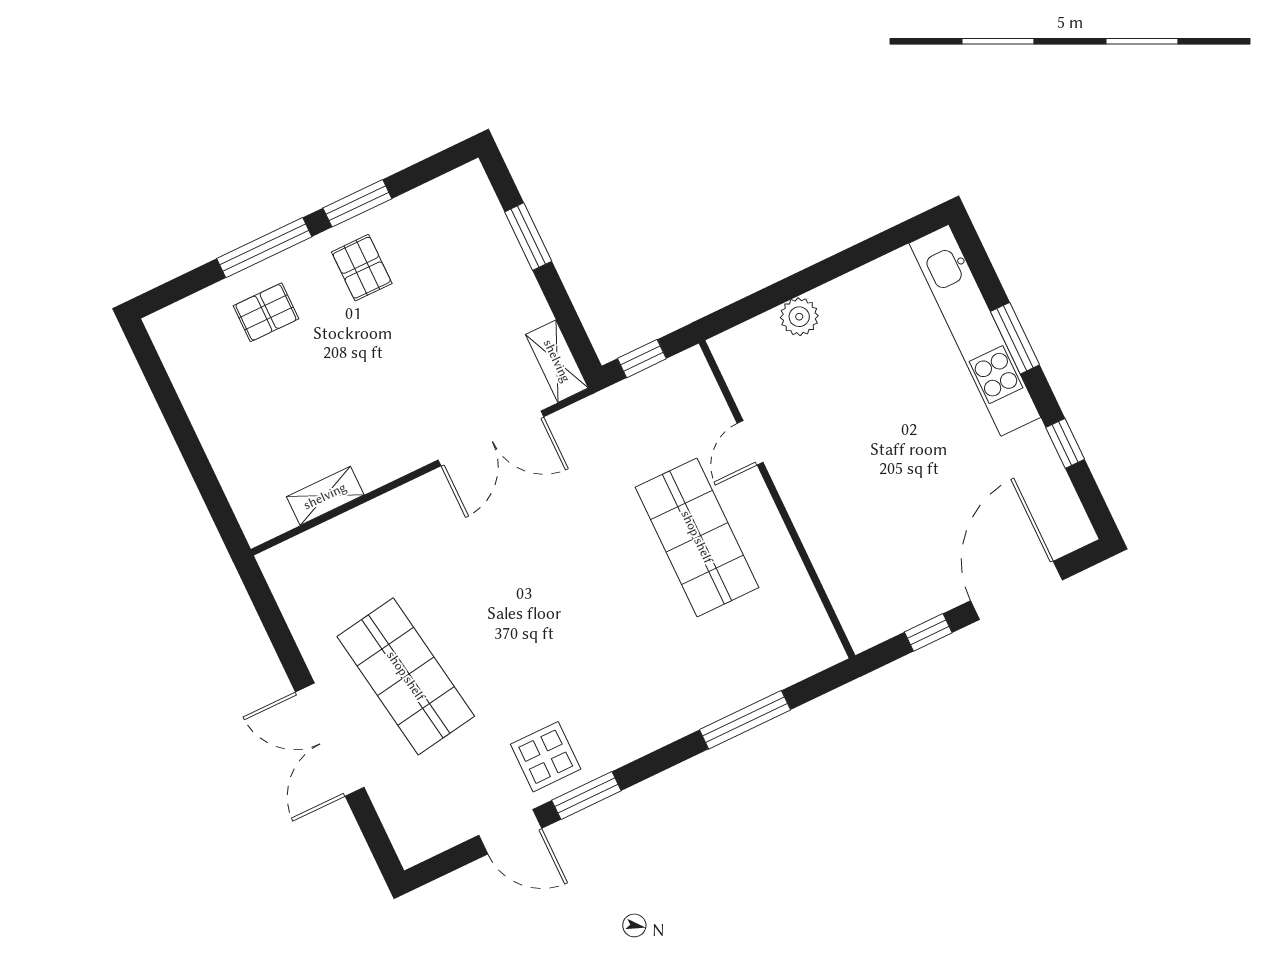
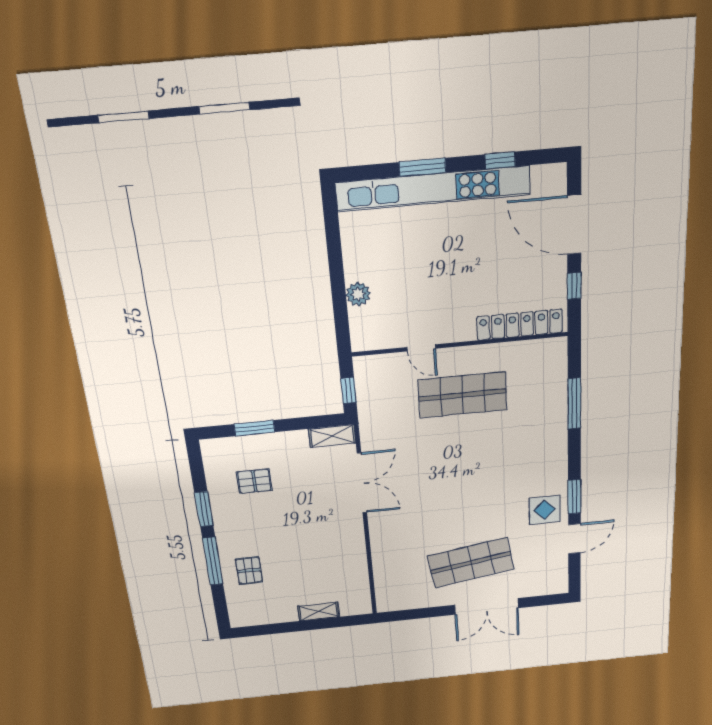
pallet: (362, 268) -> (254, 481), moved
kitchen unit: (975, 330) -> (433, 189), width x1.36
shelving: (325, 496) -> (318, 611), moved, turned 90
locker: (840, 577) -> (520, 325), added

